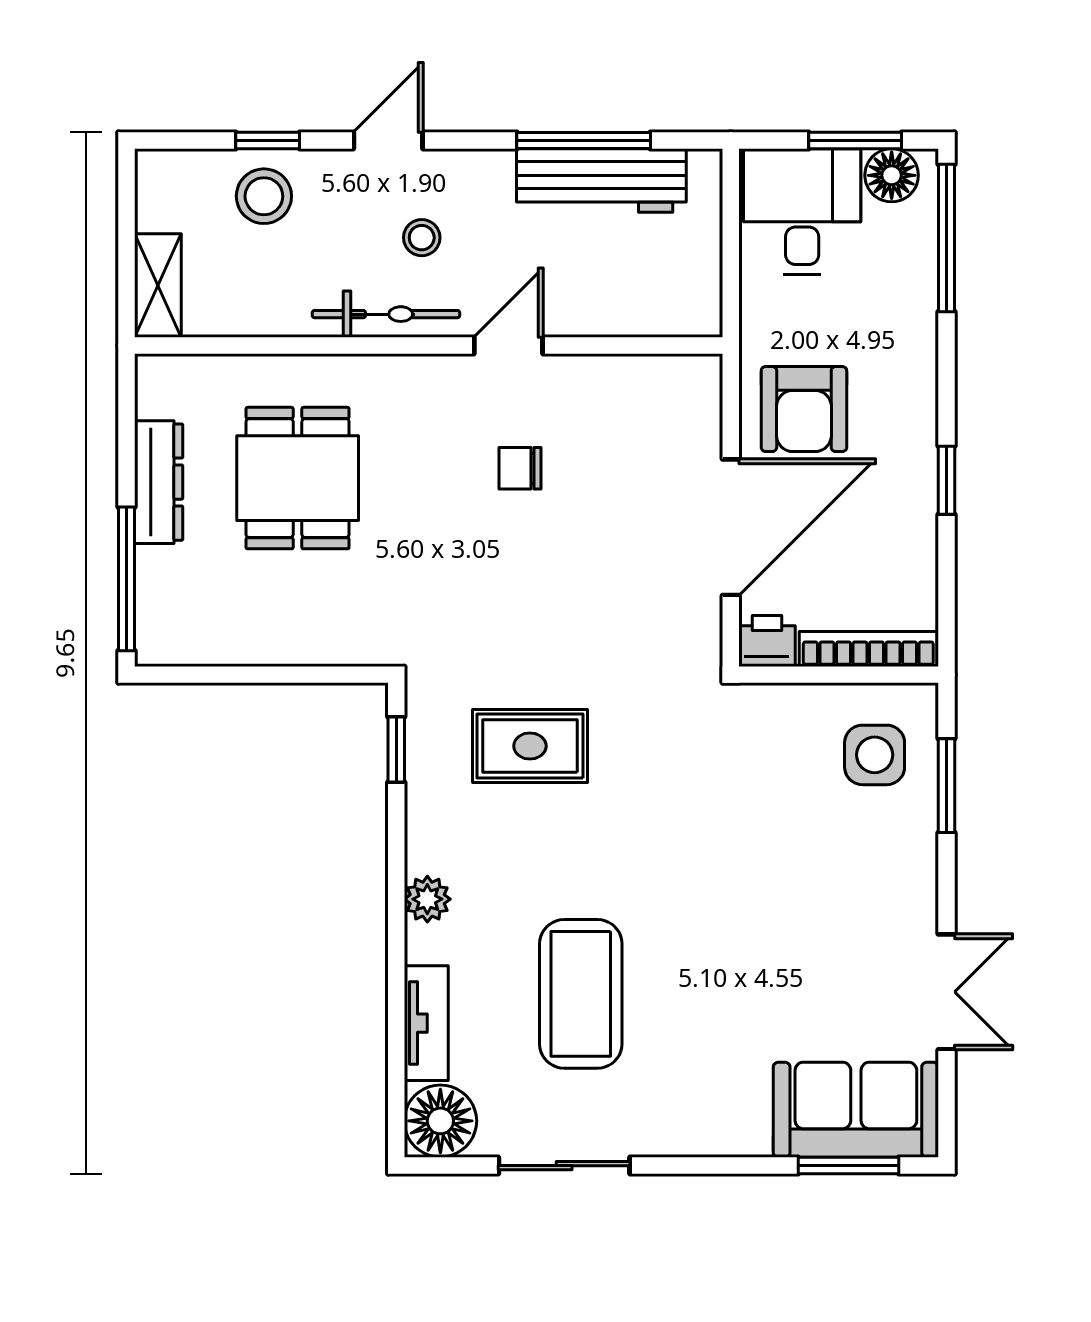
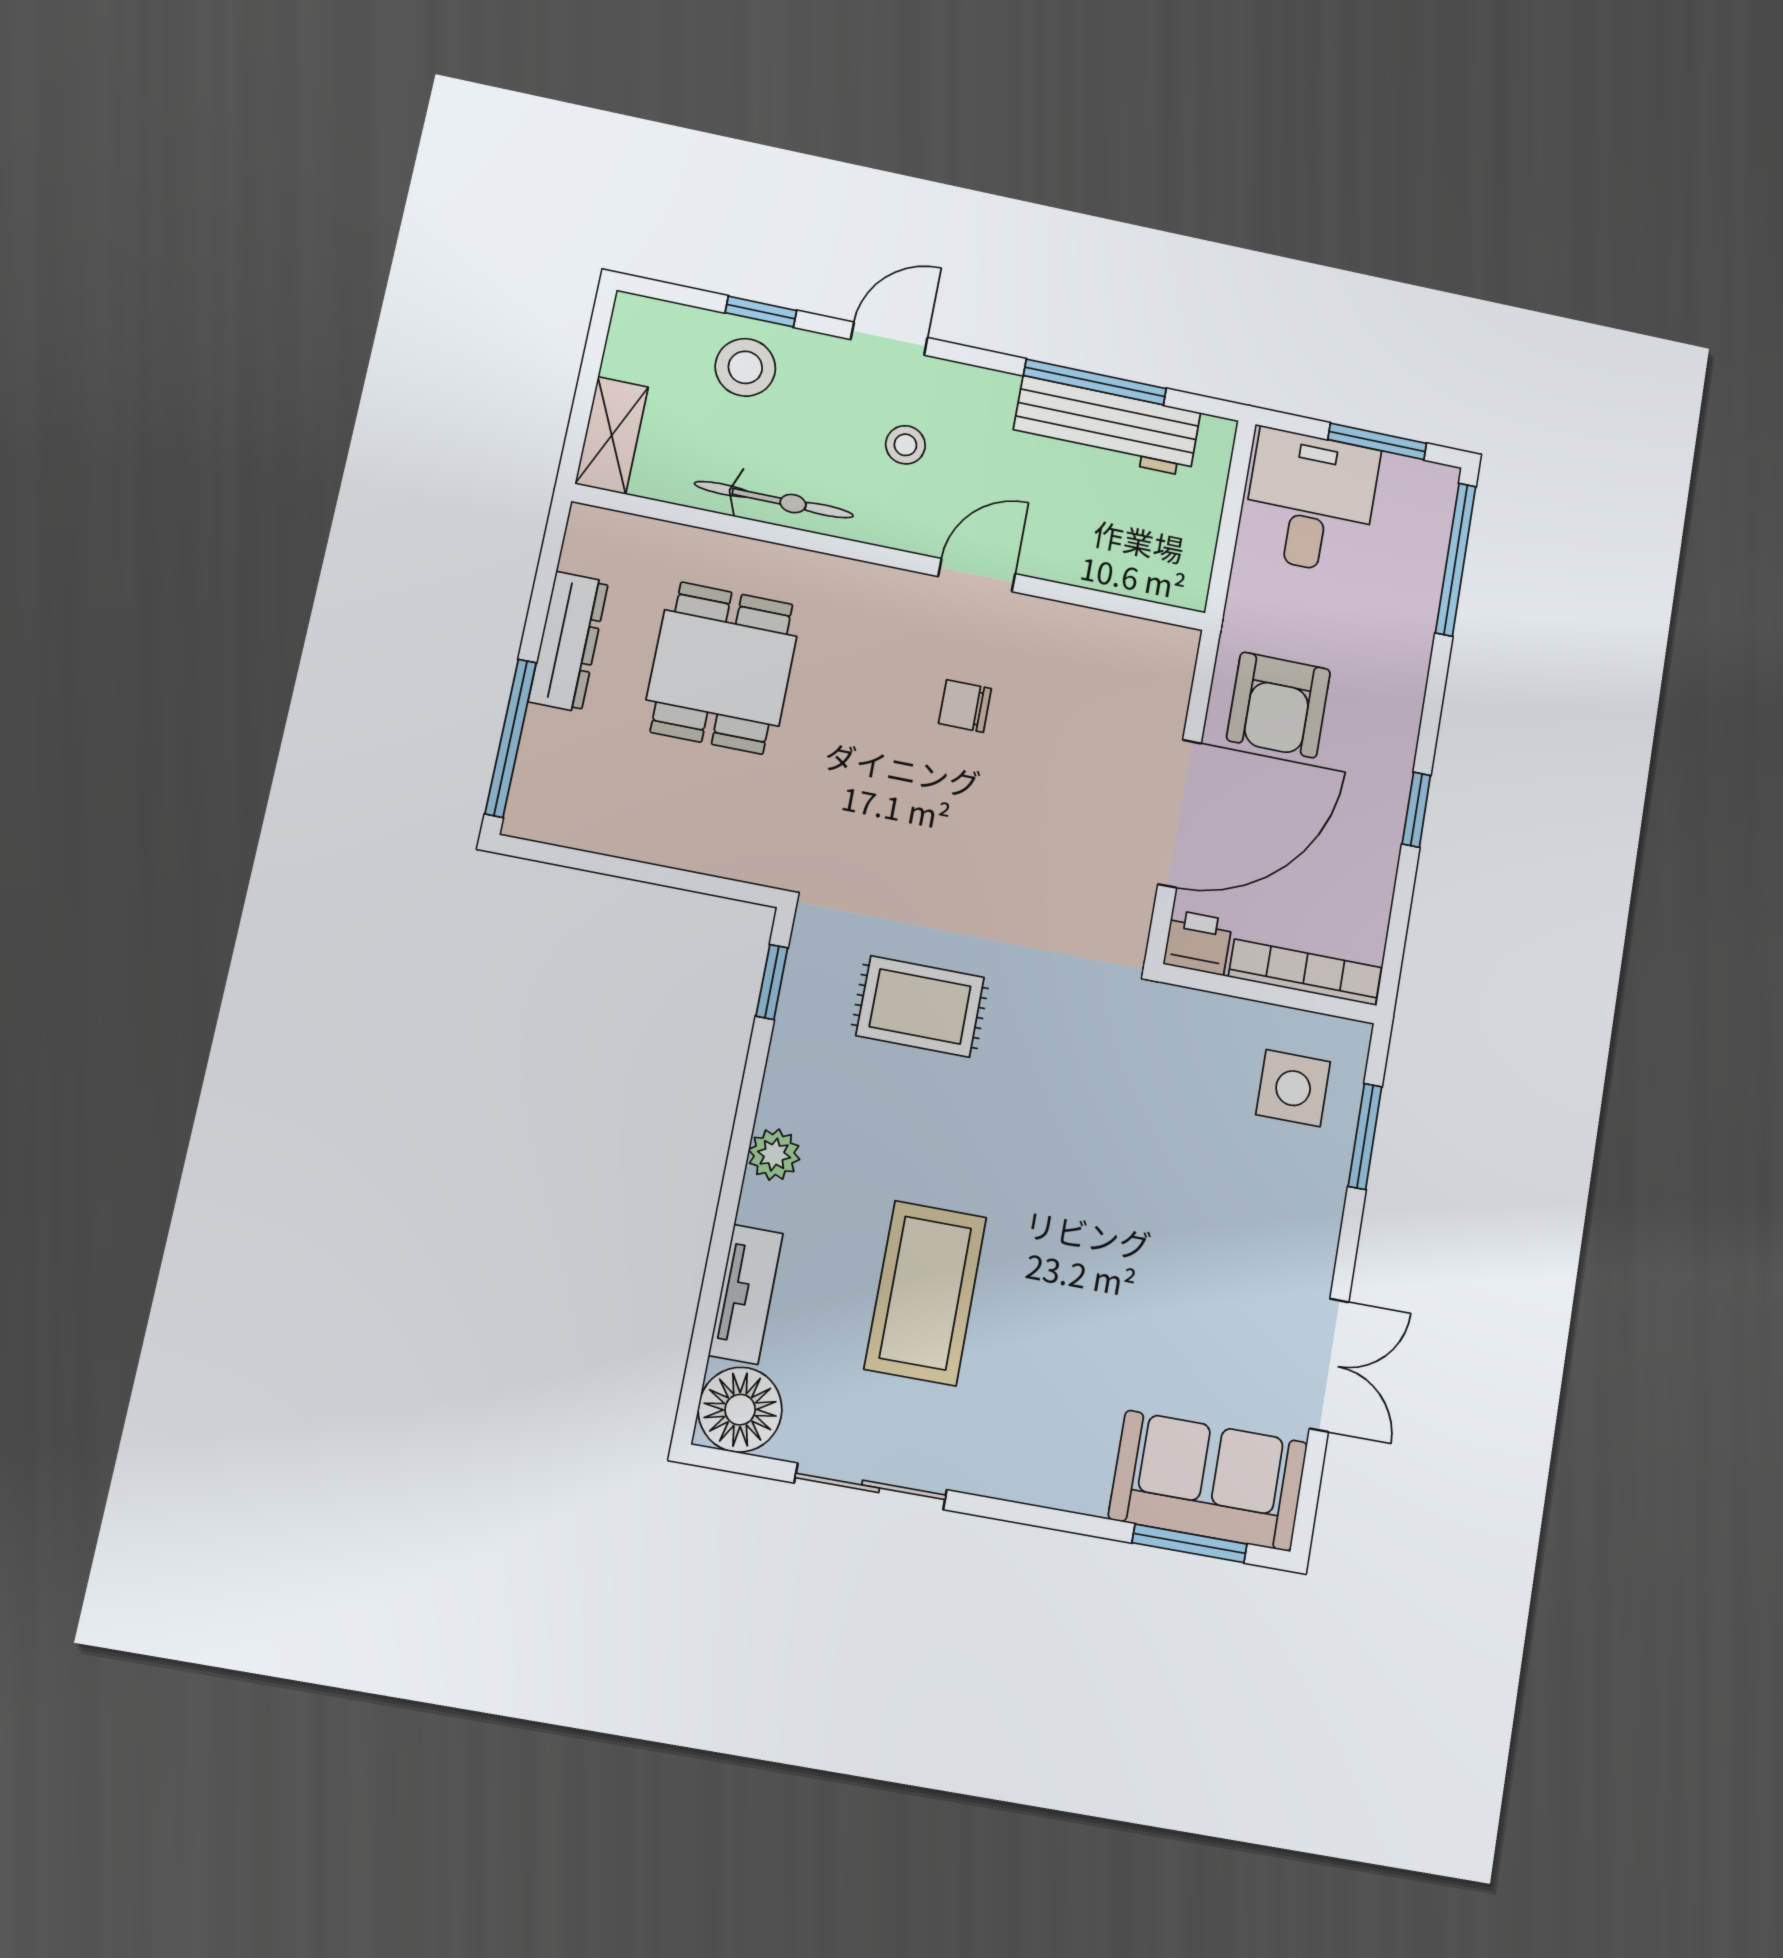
floor lamp: (892, 175) -> (1409, 484), removed
bicycle: (386, 314) -> (774, 500), moved

